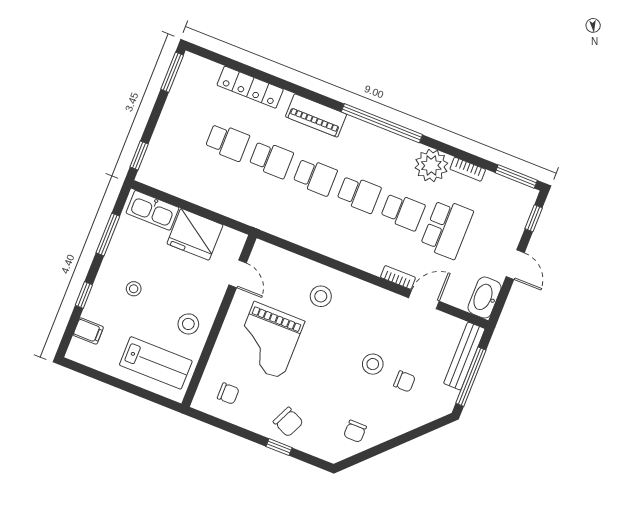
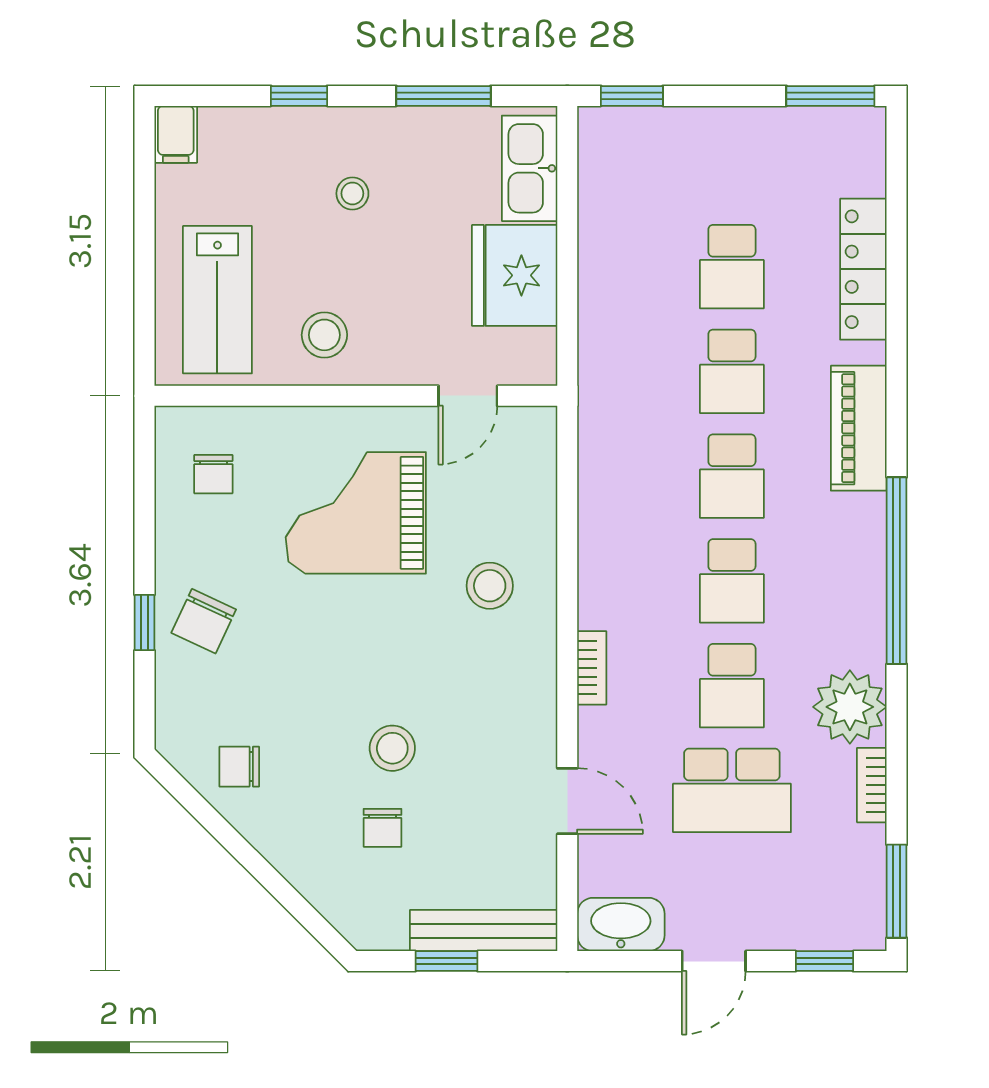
bookcase: (398, 277) -> (592, 668), moved
filing cabinet: (88, 331) -> (176, 134), moved
window: (471, 377) -> (446, 961), width x0.46

